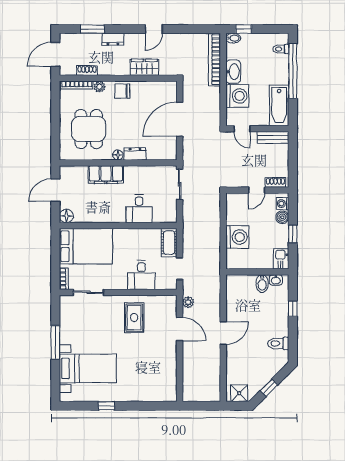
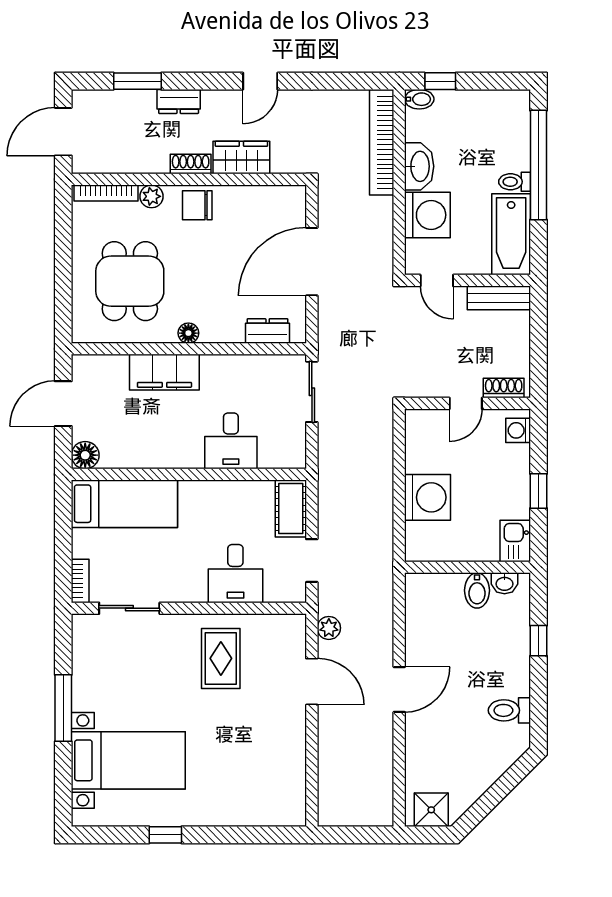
toilet: (281, 49) -> (515, 182), moved
shoe rack: (87, 71) -> (191, 164), moved
dresser: (135, 154) -> (268, 331), moved
boiler: (282, 217) -> (517, 458), removed
bed: (86, 246) -> (124, 504), width x0.67
window: (269, 388) -> (491, 799), removed

